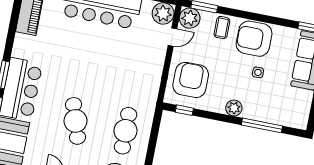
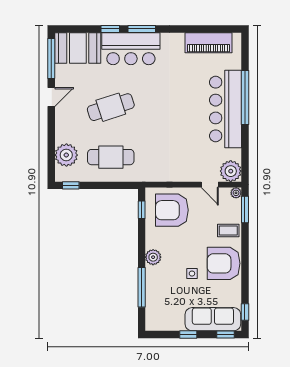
plant: (190, 18) -> (236, 193), width x0.53, depth x0.53
armchair: (254, 39) -> (224, 263), turned -90
armchair: (191, 80) -> (172, 210), turned 180

